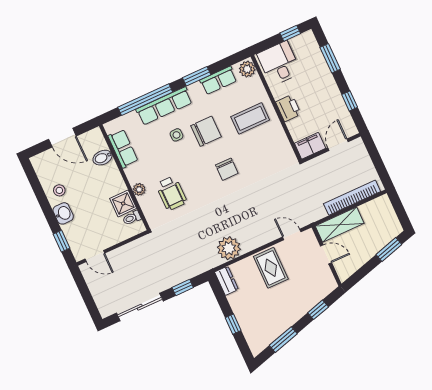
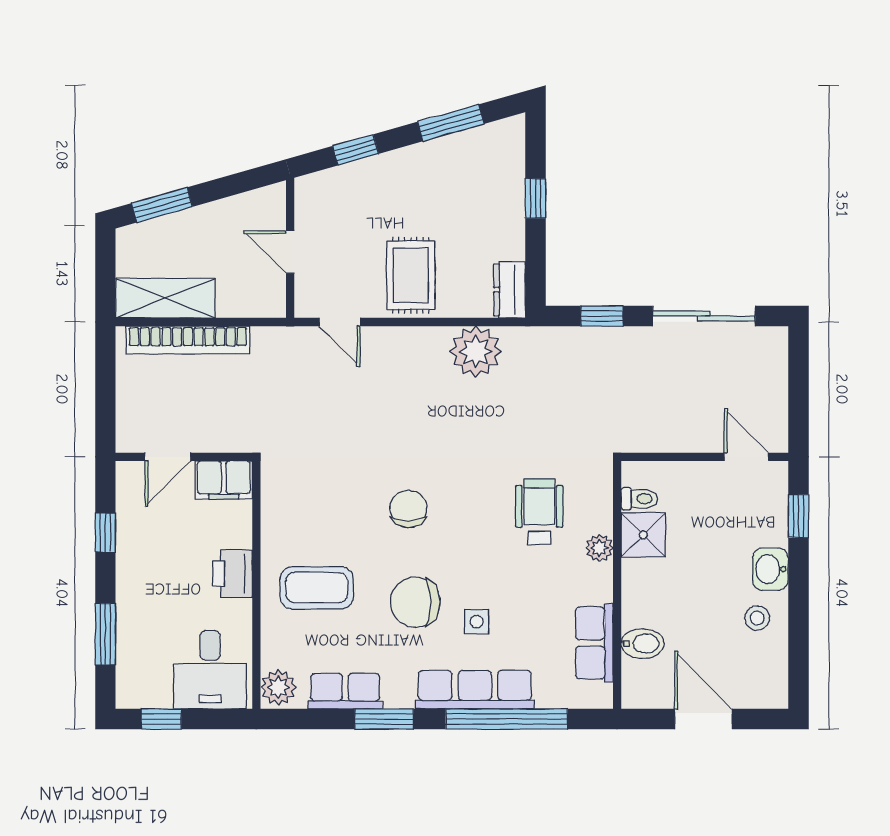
shelving: (340, 225) -> (165, 298), moved

